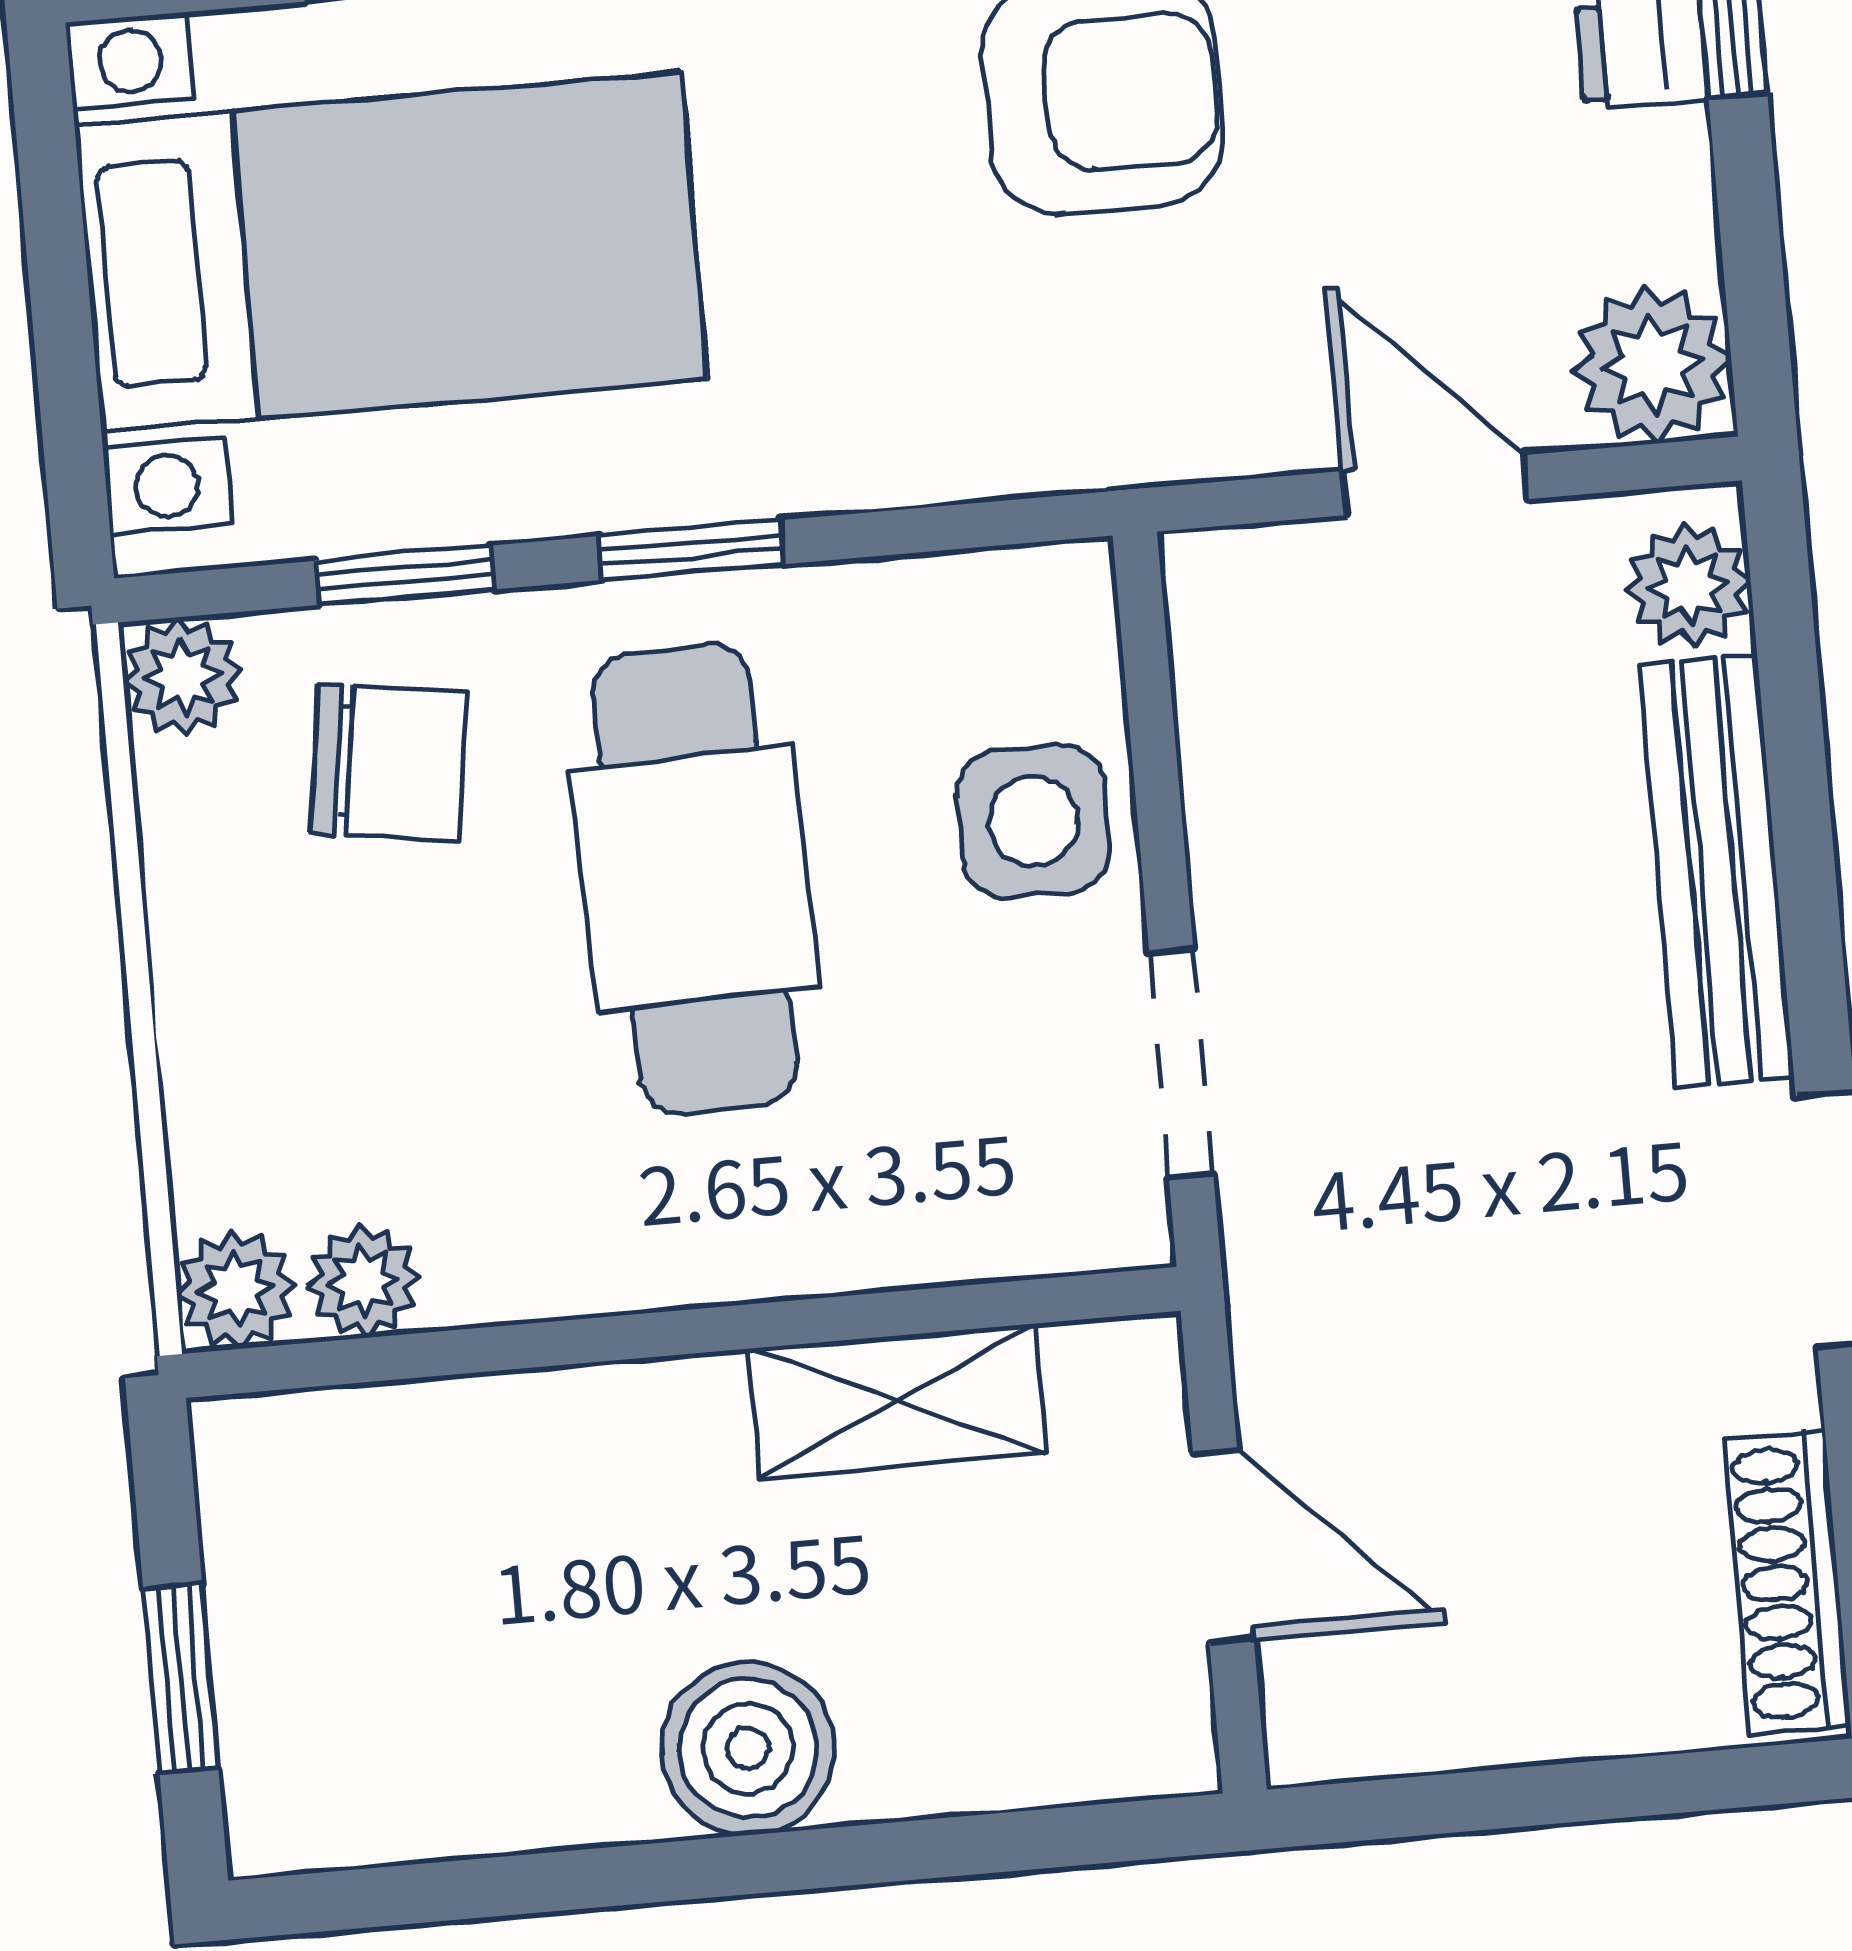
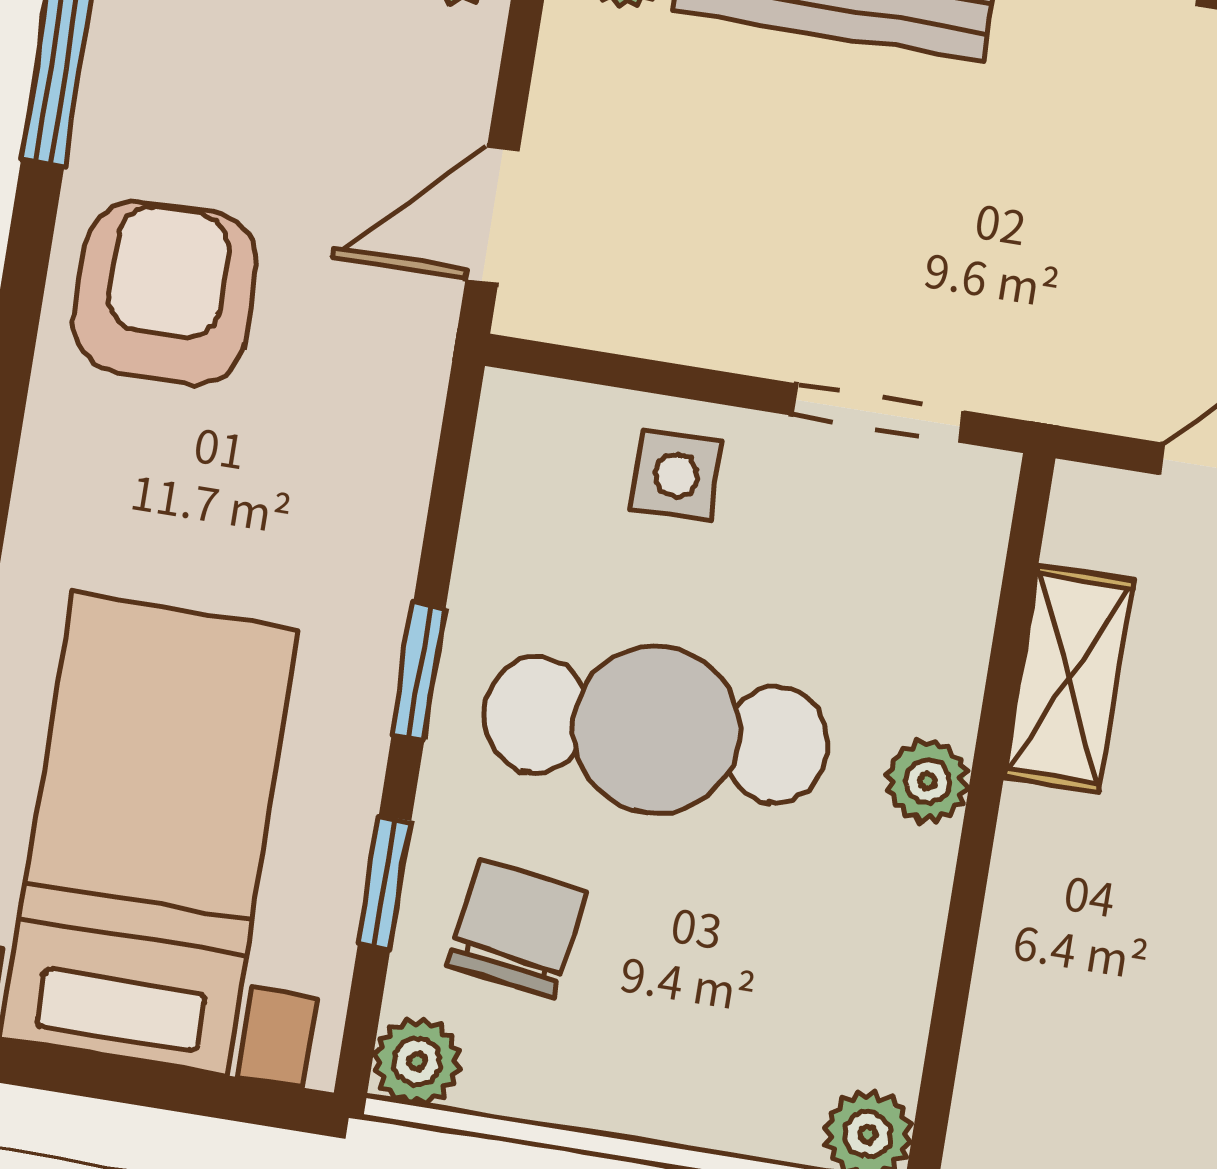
door: (1435, 485) -> (493, 215), moved
side table: (1033, 821) -> (676, 475), width x0.73, depth x0.73
plant: (363, 1282) -> (927, 781), moved

